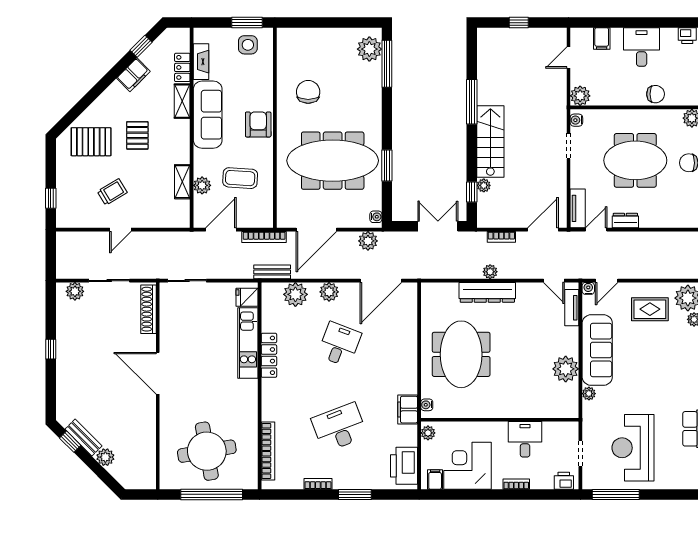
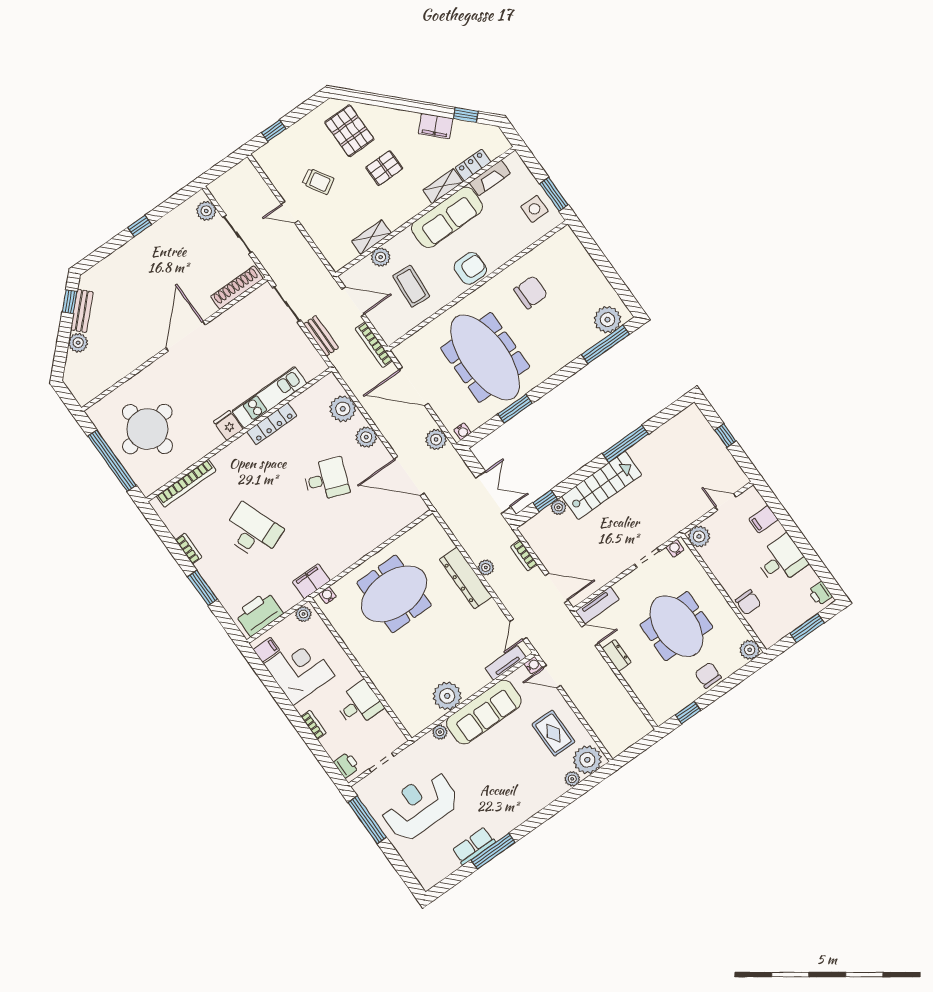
bench: (272, 272) -> (321, 336), moved
fridge: (247, 297) -> (228, 425), moved

